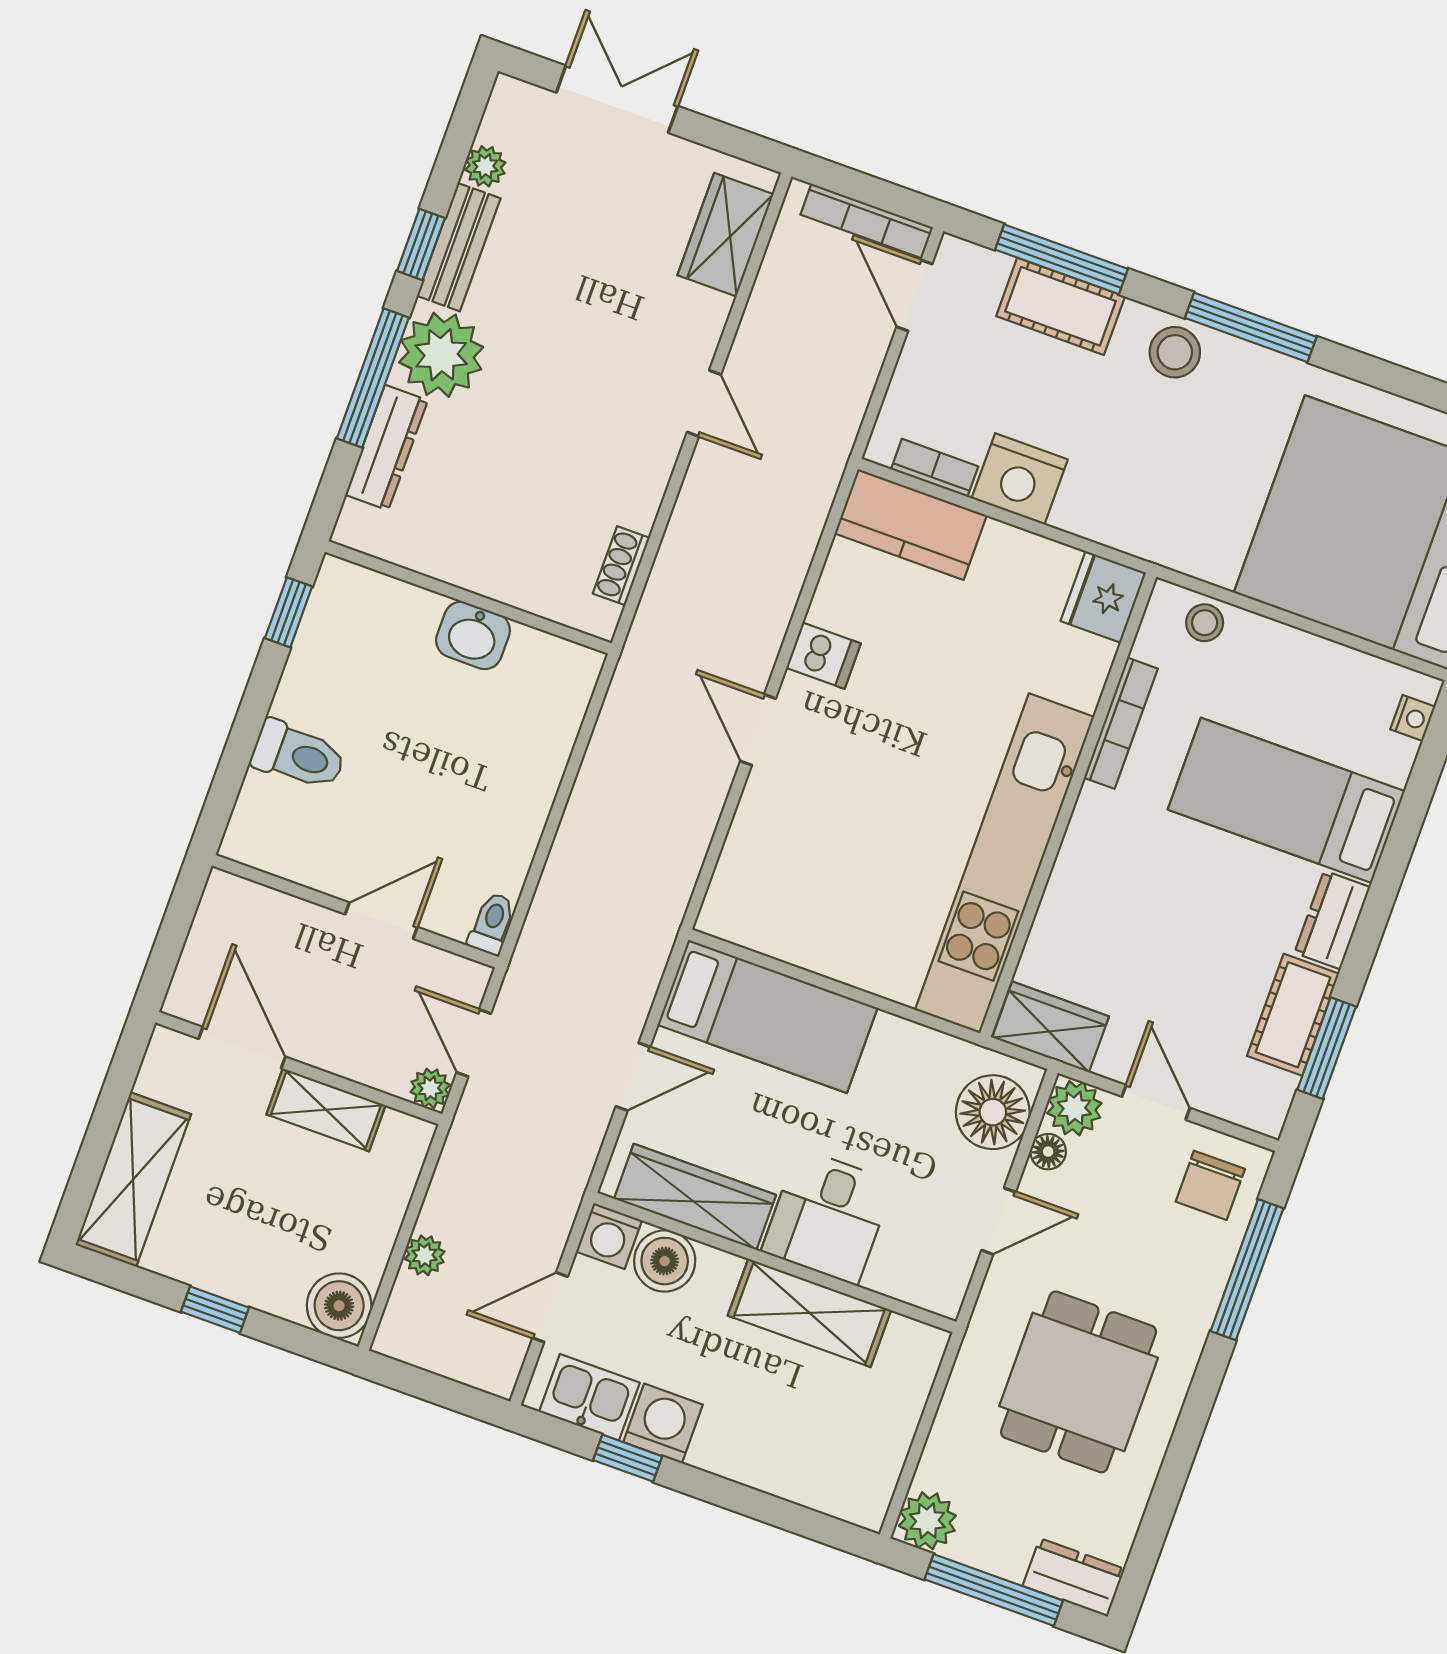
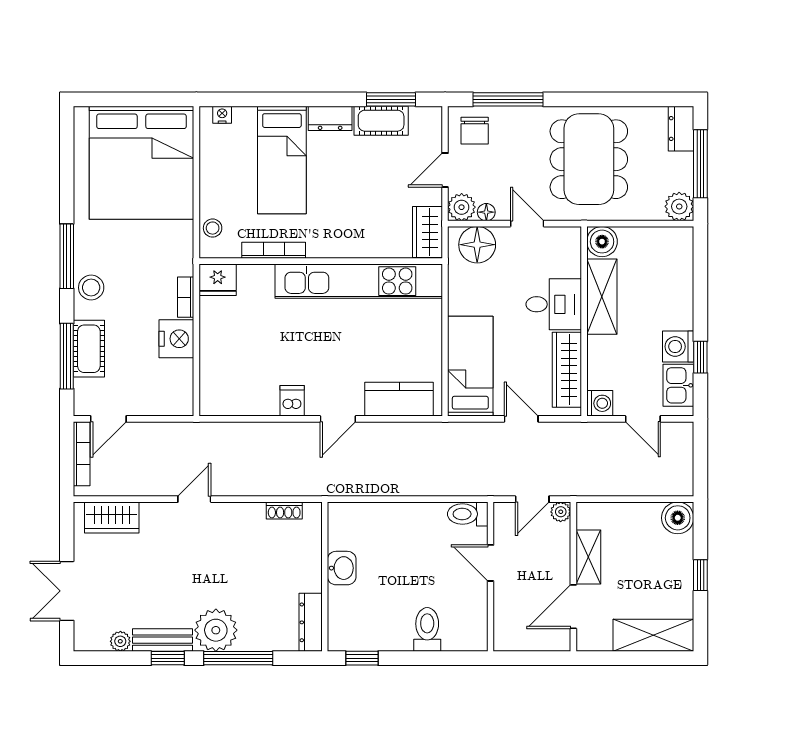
dresser: (387, 448) -> (311, 622), moved, turned -90
bookcase: (935, 468) -> (186, 297), moved
kitchen counter: (911, 524) -> (399, 399), moved, turned -90
toilet: (492, 924) -> (468, 514), width x1.37, depth x1.39
chair: (1210, 1185) -> (475, 131), turned 90
plant: (425, 1255) -> (640, 486), removed
boiler: (665, 1261) -> (602, 242), moved
dining table: (1079, 1382) -> (589, 159), width x1.38

